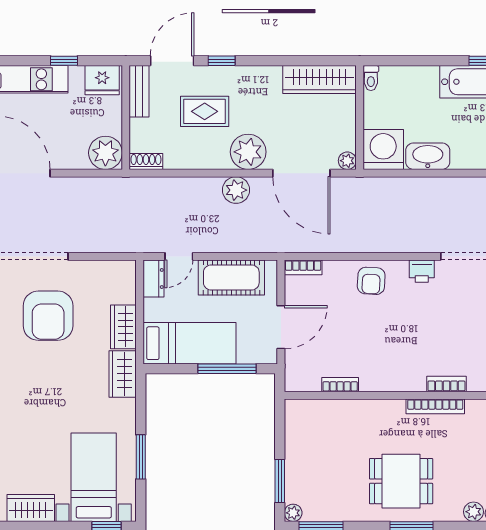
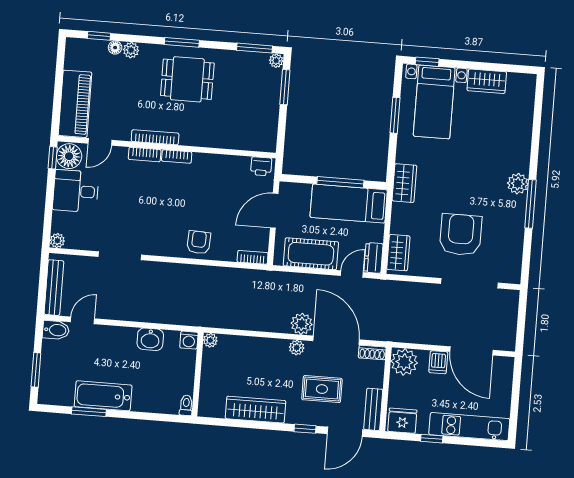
wardrobe: (320, 80) -> (256, 410), moved
washing machine: (383, 150) -> (189, 340), width x0.53, depth x0.53
plant: (248, 152) -> (297, 348), width x0.53, depth x0.53
dishwasher: (63, 156) -> (438, 362), added
washbasin: (428, 156) -> (150, 339), width x0.72
door: (301, 173) -> (336, 340), moved
printer: (422, 271) -> (261, 166), moved, turned 180
wardrobe: (123, 327) -> (398, 253), moved
window: (227, 369) -> (340, 182), moved
bookcase: (340, 385) -> (177, 157), moved

